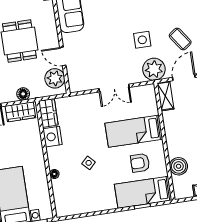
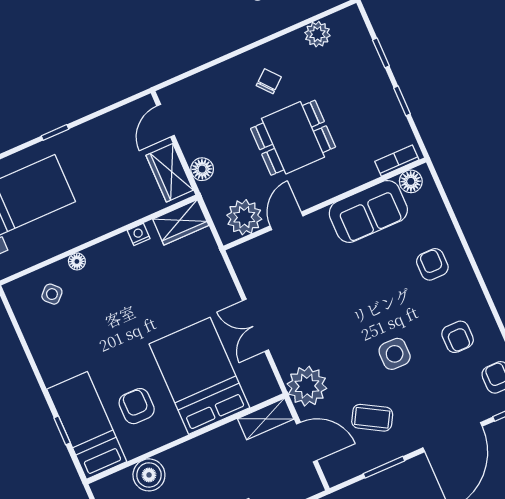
coffee table: (180, 39) -> (372, 418), turned 65
side table: (142, 40) -> (395, 354), moved
bed: (134, 131) -> (199, 376), width x1.50
nightstand: (52, 137) -> (139, 234), width x0.53, depth x0.56
side table: (89, 163) -> (52, 294), moved

